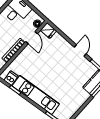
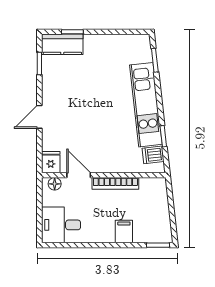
door: (32, 38) -> (79, 175), hinge flipped
door: (80, 50) -> (39, 117), moved

